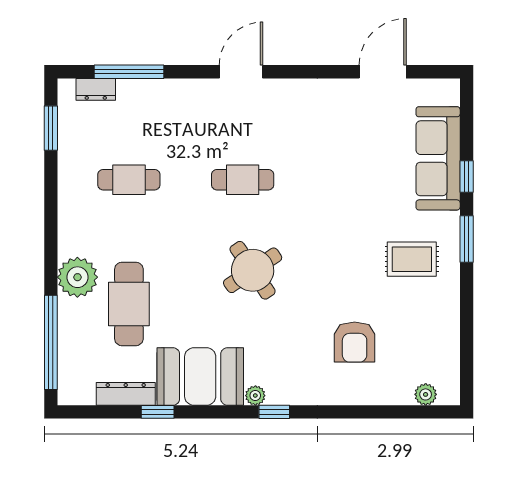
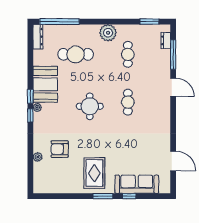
door: (241, 72) -> (173, 87), moved
rug: (412, 259) -> (94, 173), width x1.36, depth x1.43
round table: (253, 270) -> (90, 106), turned 34
plant: (77, 277) -> (108, 33), moved
dresser: (126, 394) -> (38, 37), moved
plant: (426, 394) -> (38, 157), moved
window: (158, 412) -> (30, 96), moved

